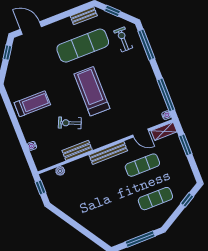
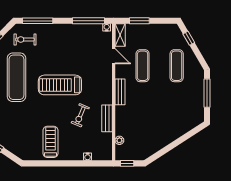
door: (141, 133) -> (114, 56), hinge flipped
bench: (108, 153) -> (120, 92), width x0.73

